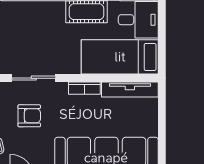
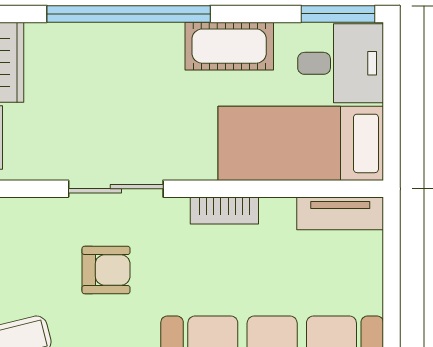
tv unit: (130, 89) -> (340, 213), width x0.71

